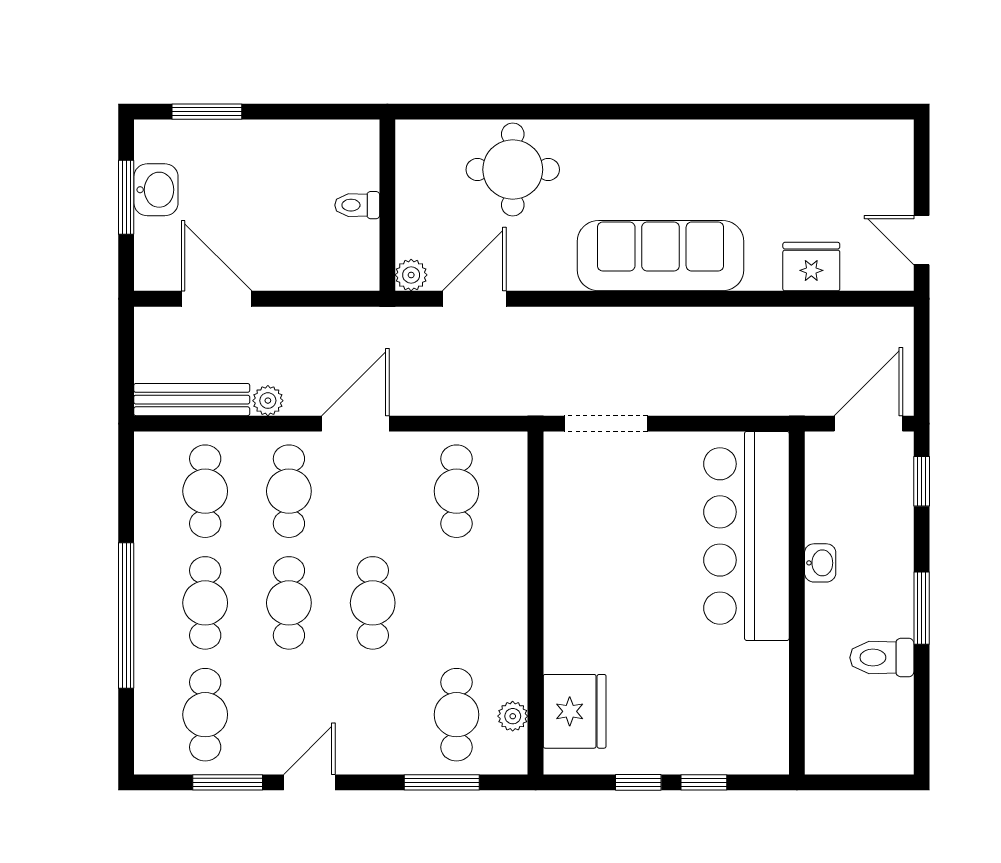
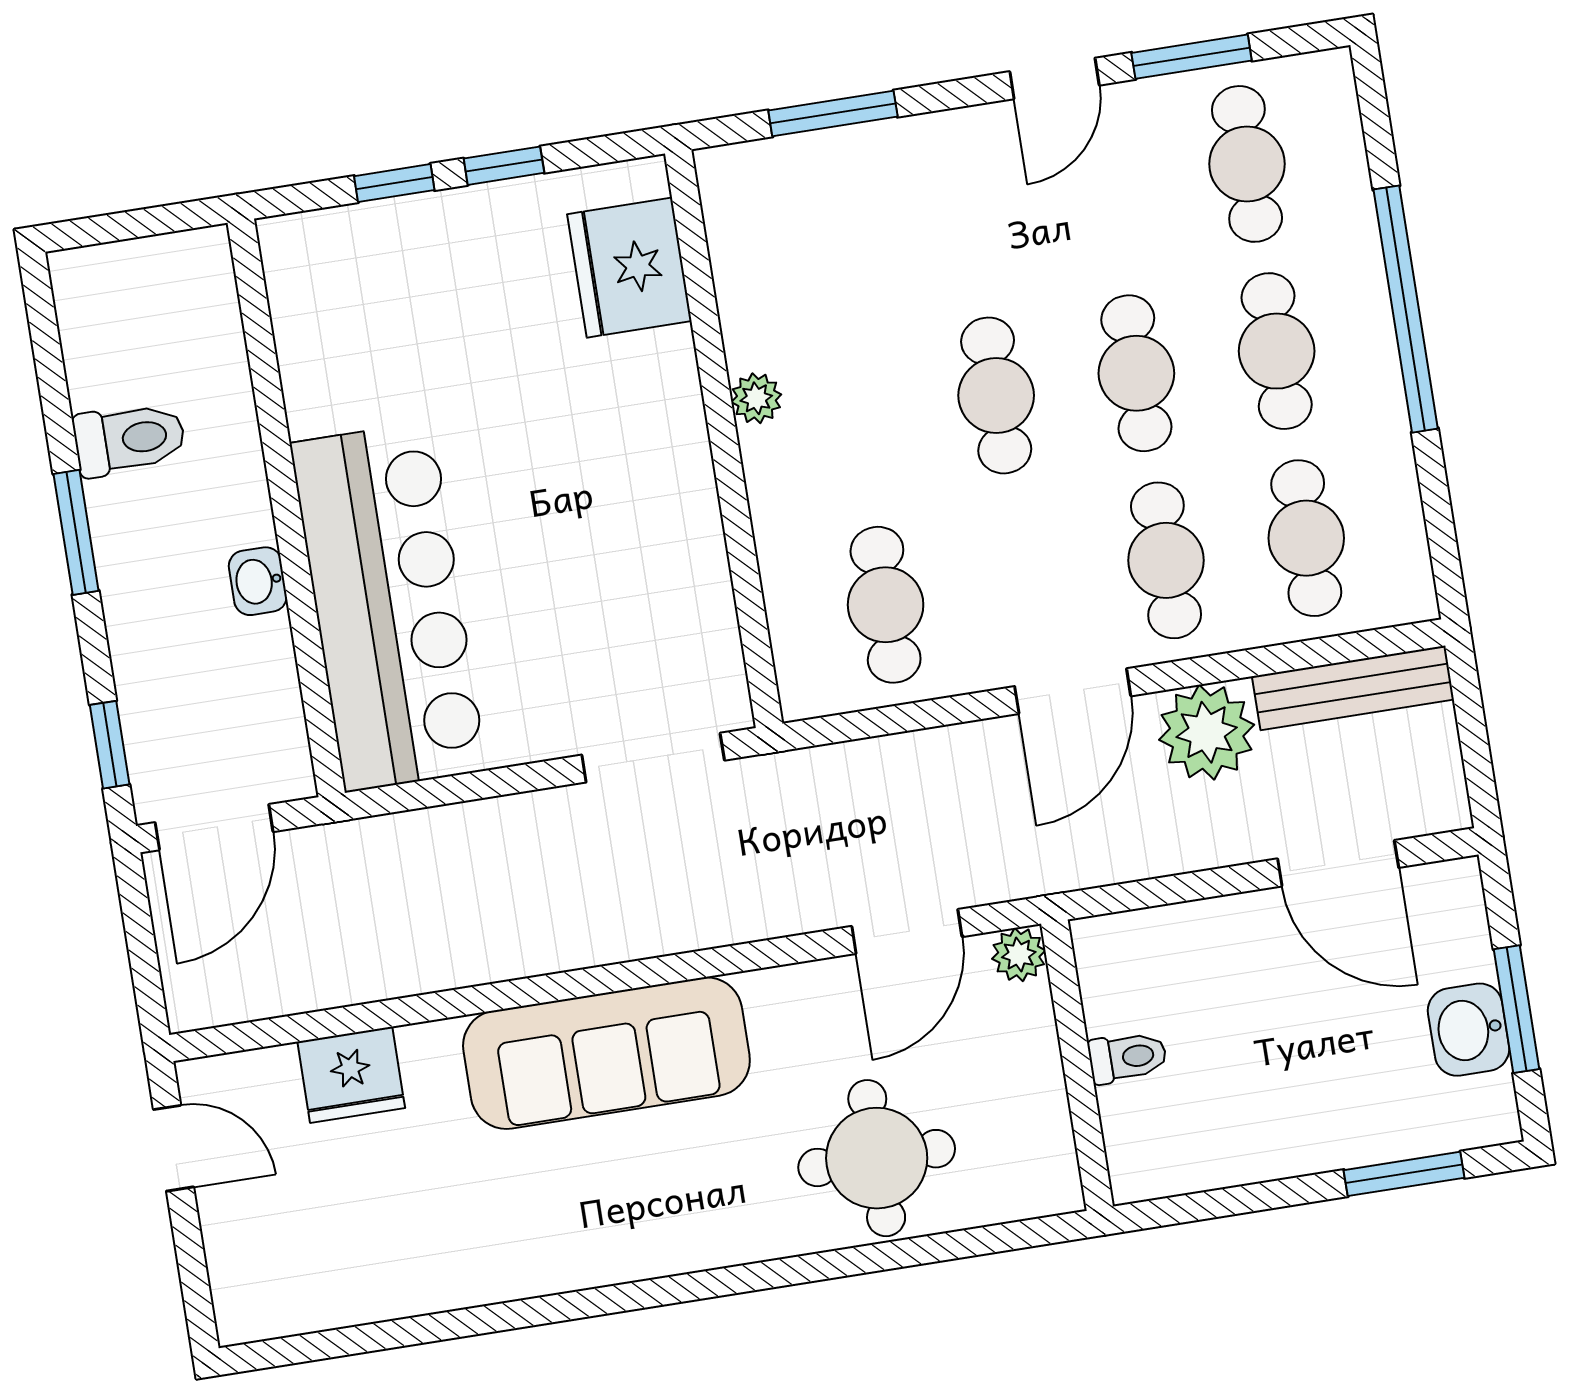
plant: (268, 401) -> (1207, 732), width x1.87, depth x1.87
cafe table: (456, 715) -> (826, 231), removed
plant: (513, 716) -> (756, 398), moved

